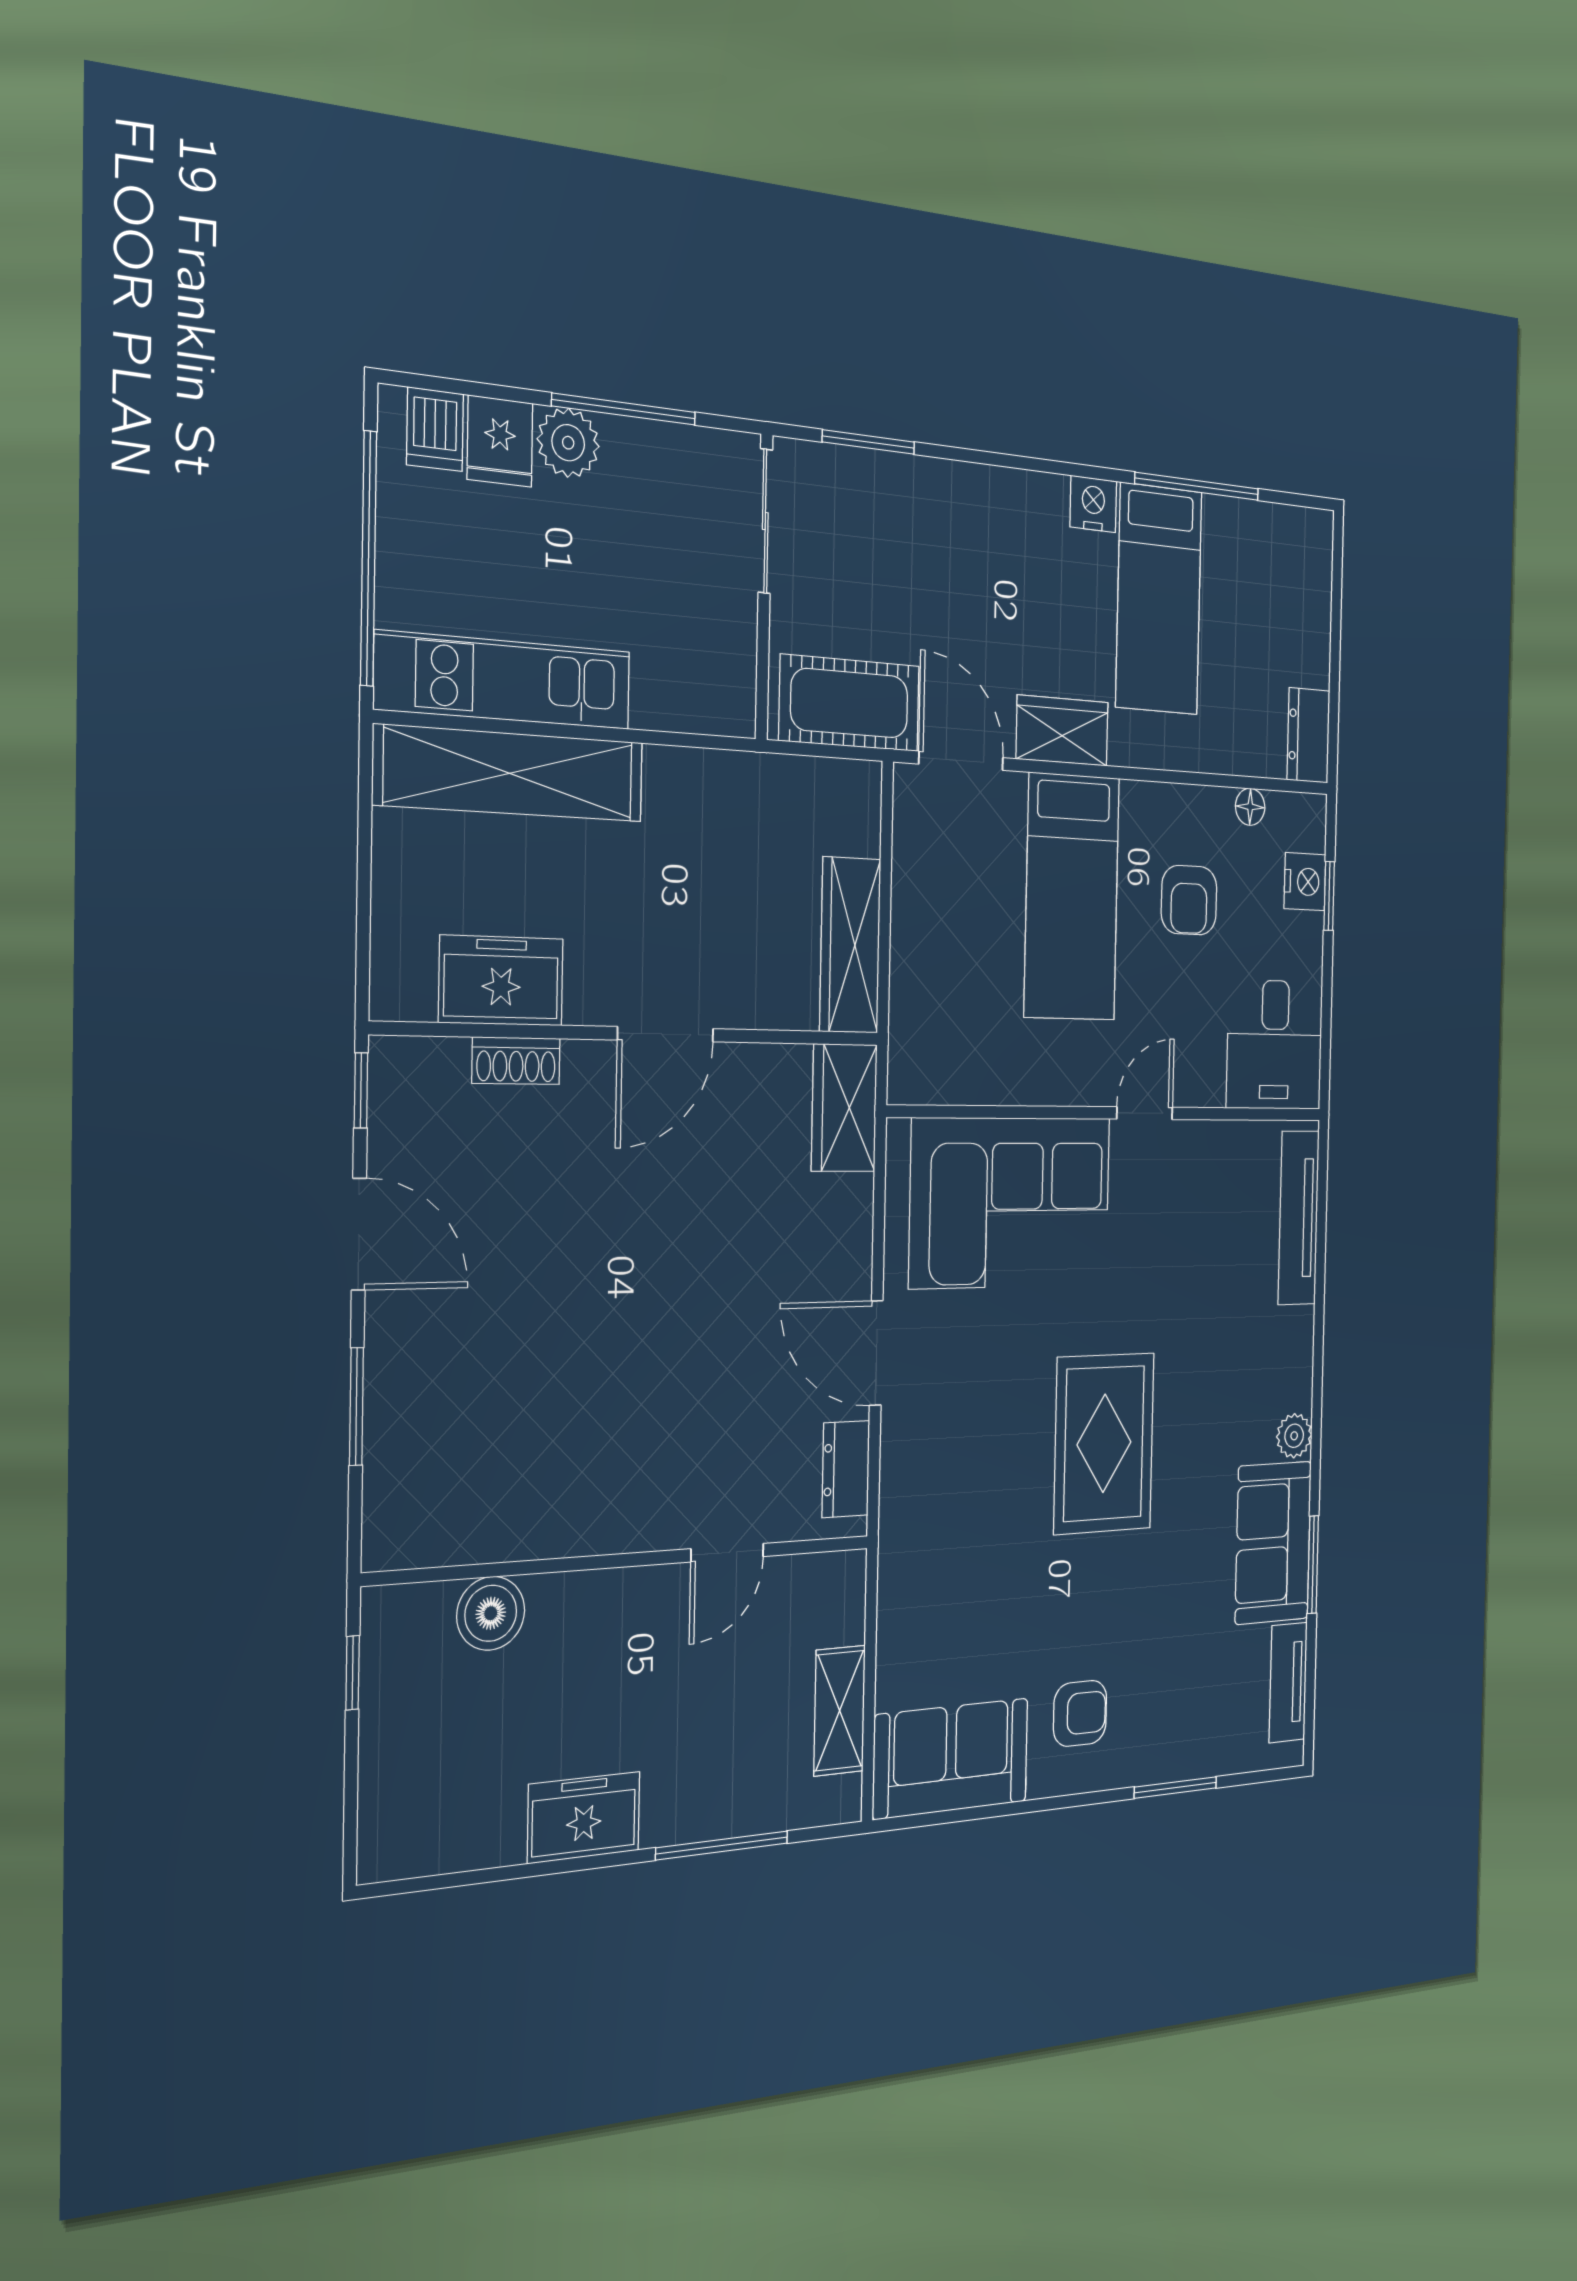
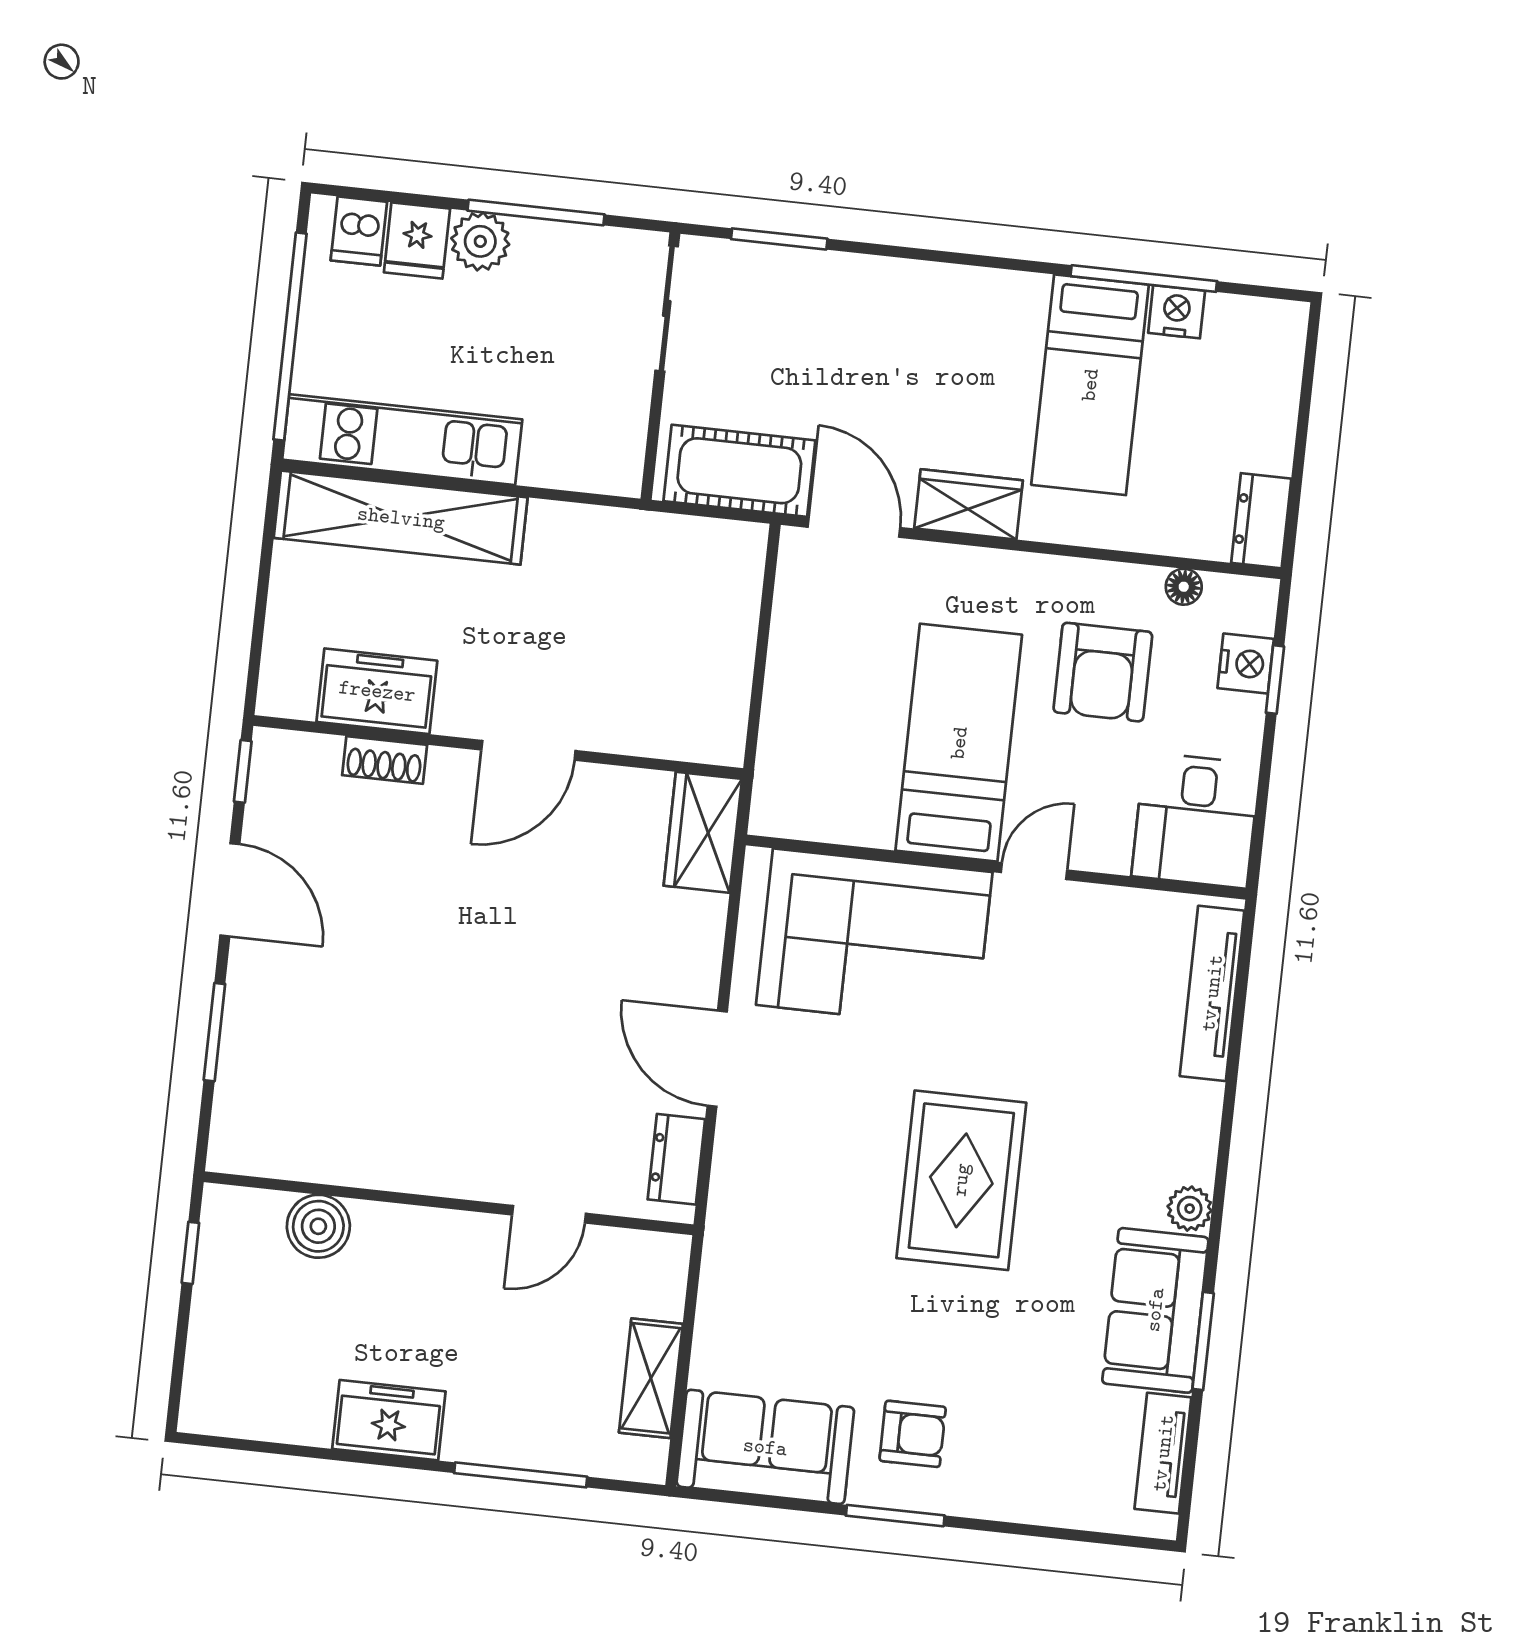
nightstand: (1093, 504) -> (1177, 312), moved
bed: (1072, 897) -> (959, 743), moved, turned 180
armchair: (1189, 900) -> (1103, 672), width x1.38, depth x1.38
wardrobe: (850, 945) -> (722, 687), removed
window: (1175, 1788) -> (895, 1516), moved

